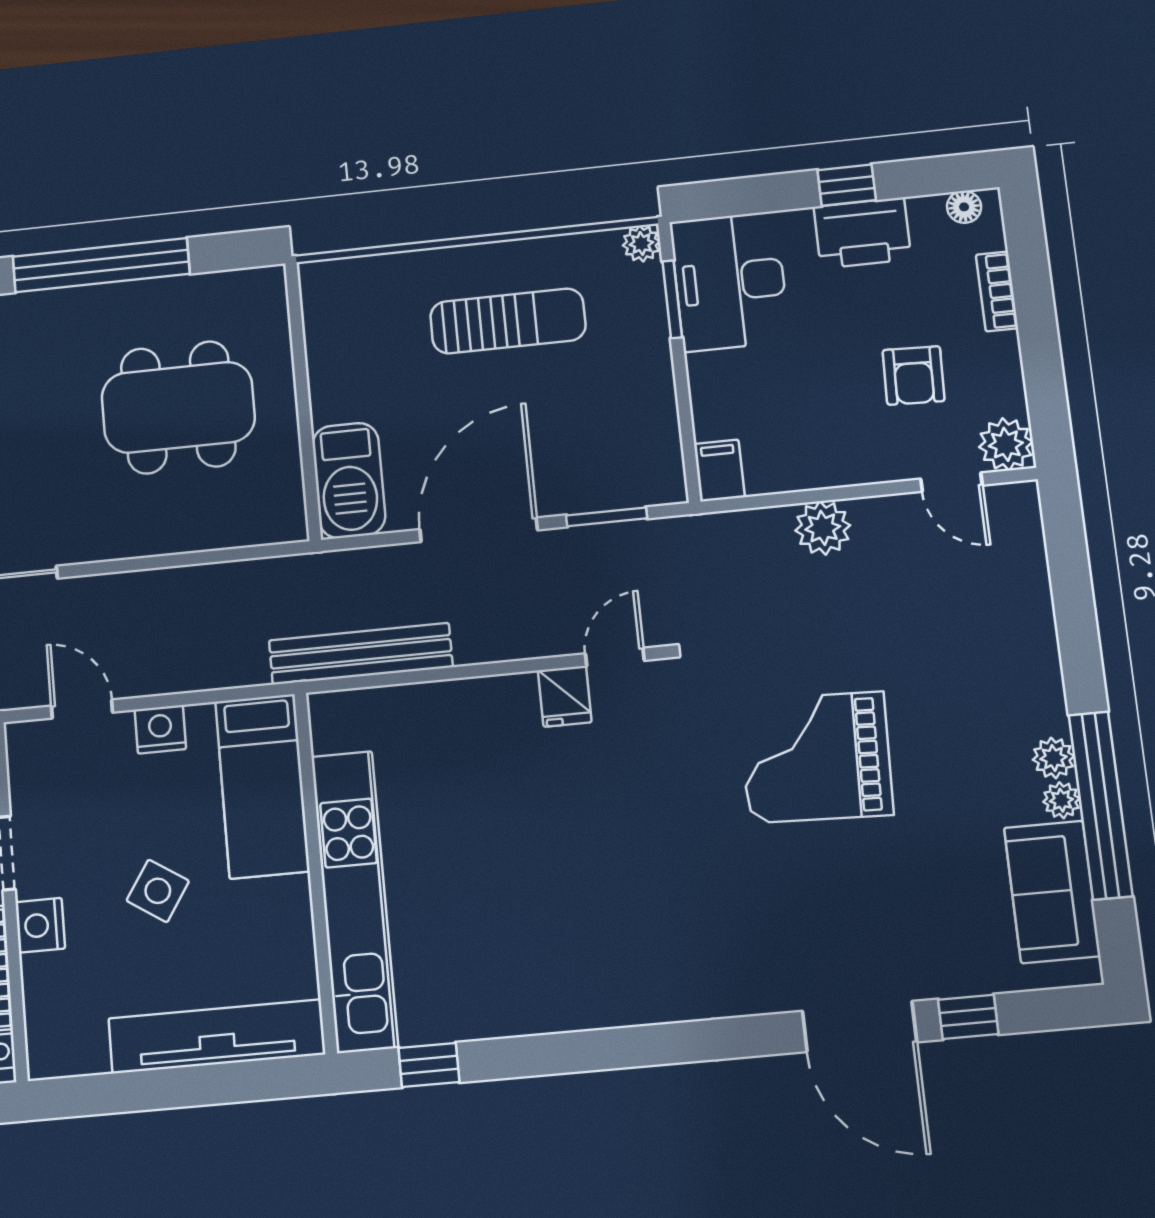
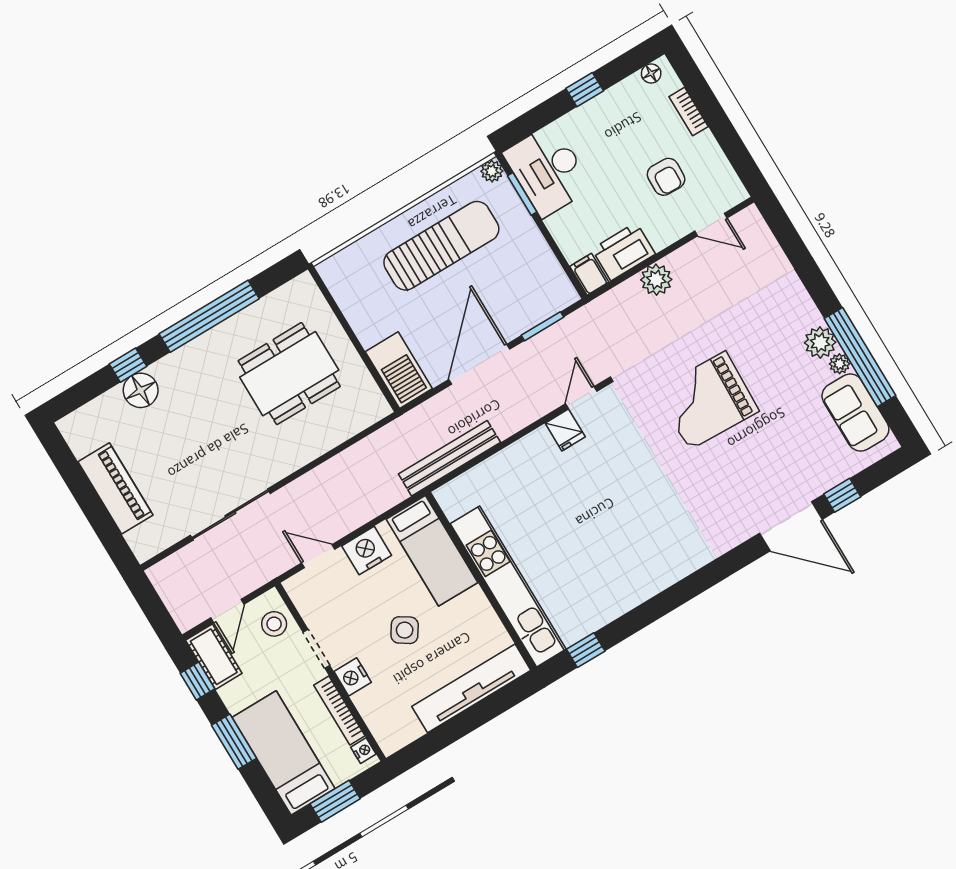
printer: (862, 233) -> (623, 252), moved, turned 180
sun lounger: (508, 321) -> (441, 246), width x1.36, depth x1.34
plant: (1006, 444) -> (730, 192), removed
nightstand: (160, 729) -> (367, 551), width x1.36, depth x1.33
plant: (1054, 758) -> (820, 343), width x1.38, depth x1.38

